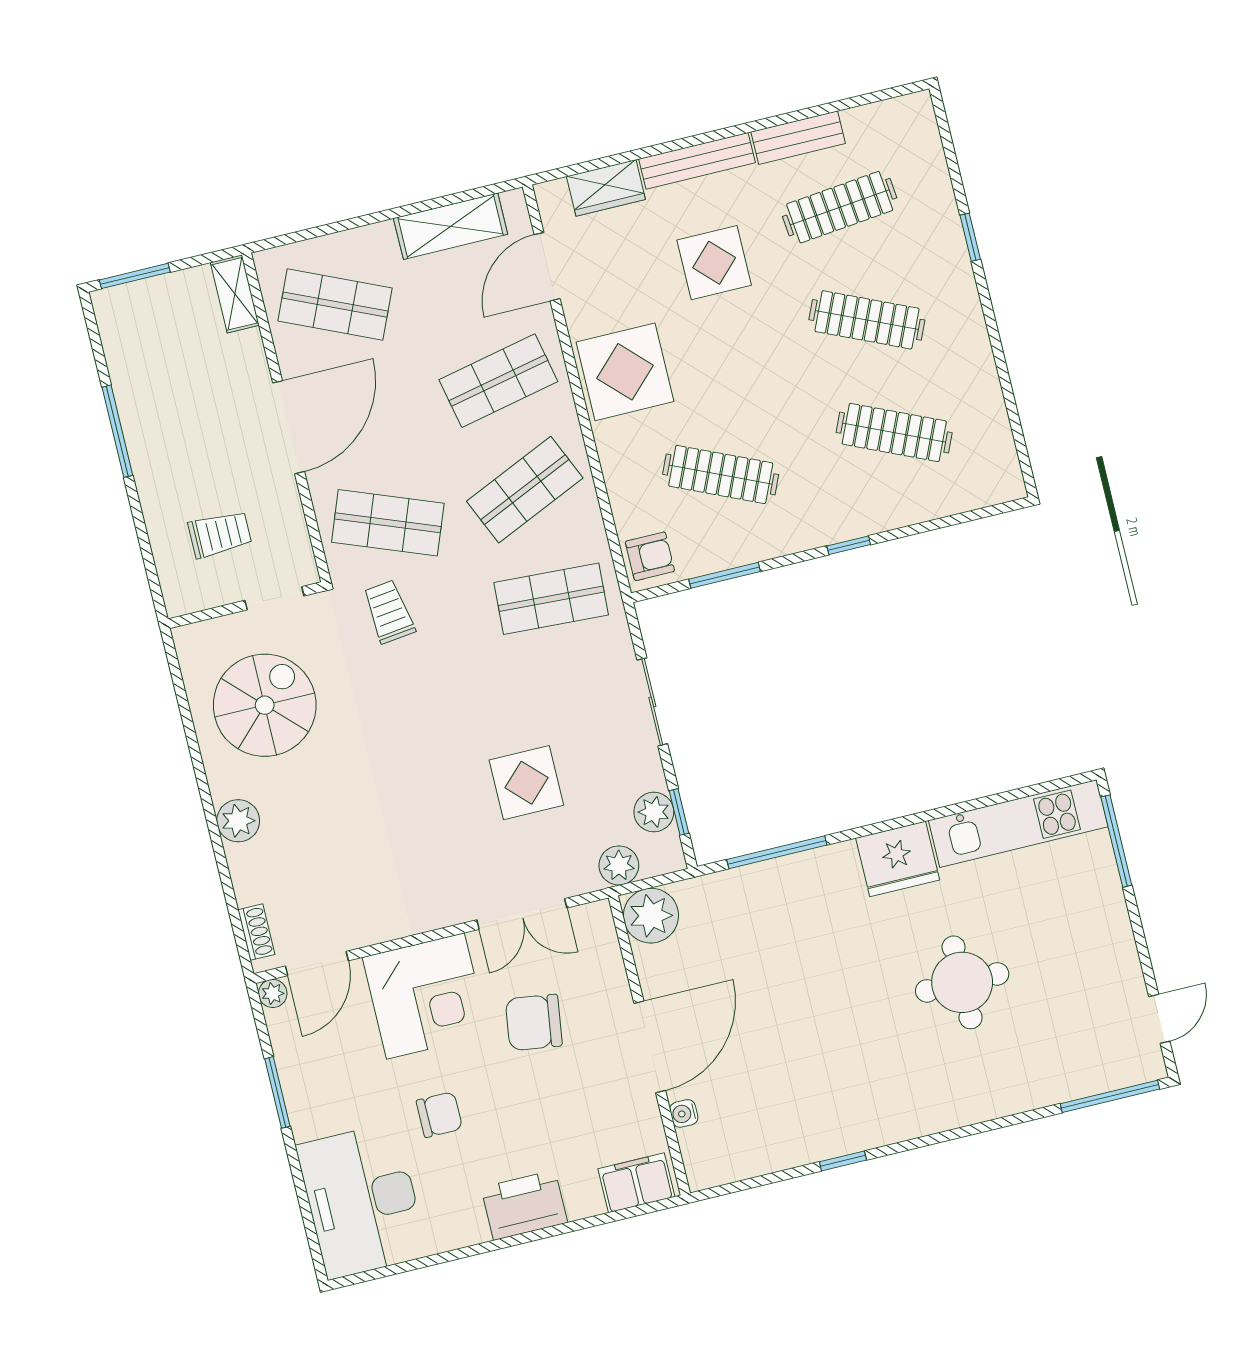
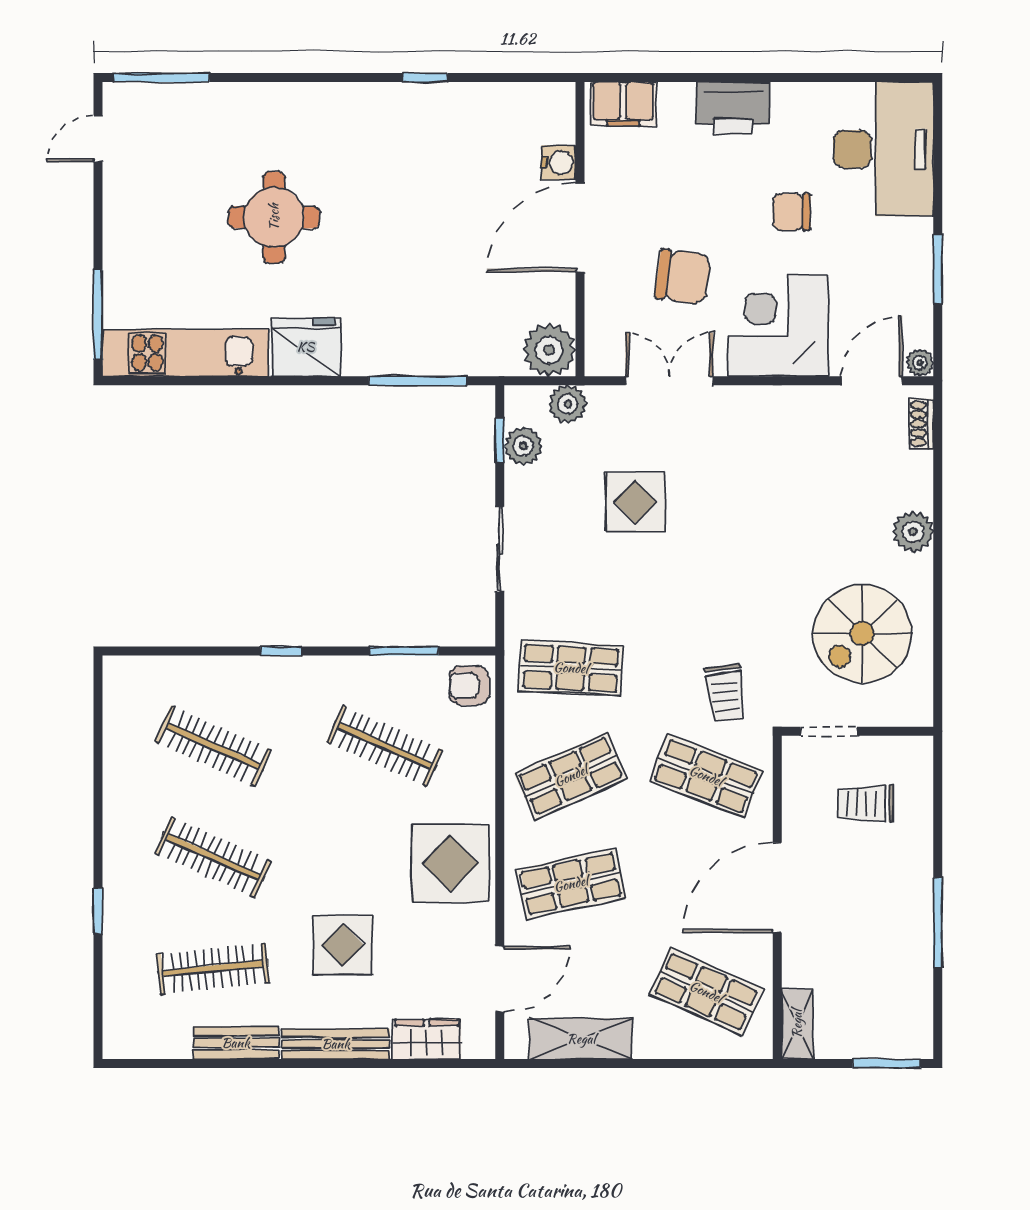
water cooler: (684, 1113) -> (558, 163), width x1.38, depth x1.38

